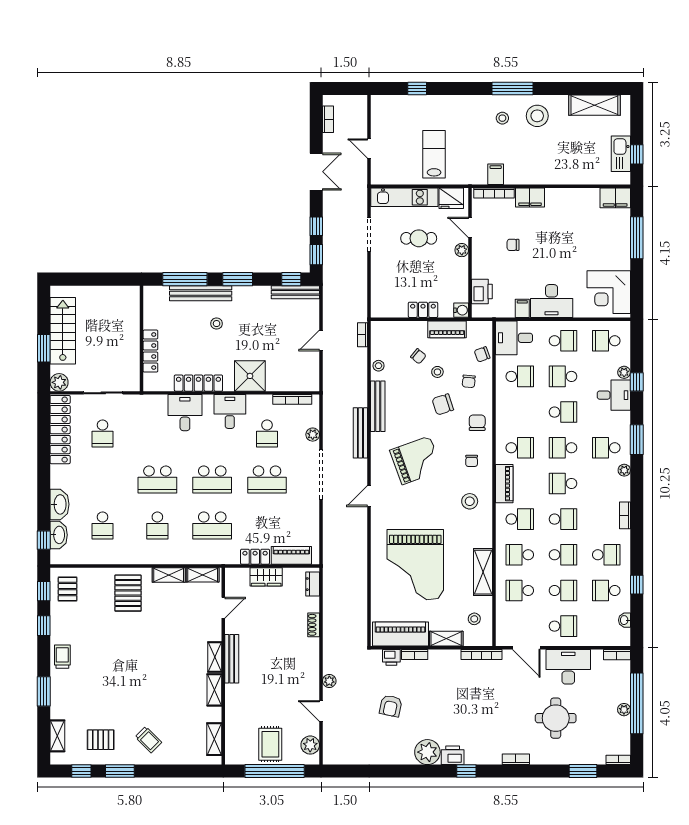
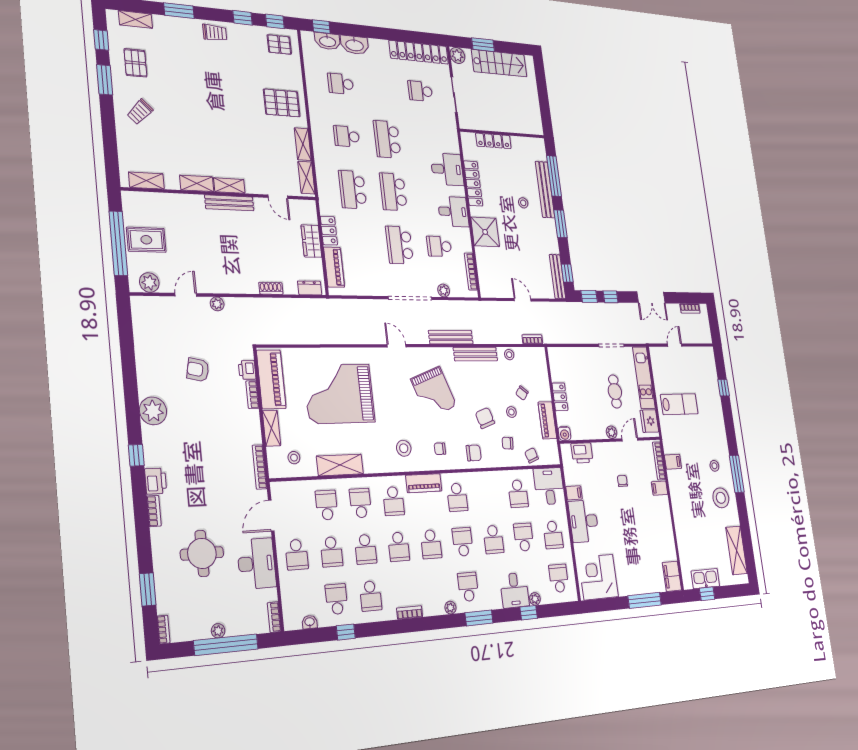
filing cabinet: (530, 197) -> (660, 488), width x0.50
school desk: (563, 483) -> (431, 544), turned 180
printer: (453, 755) -> (156, 481), moved

